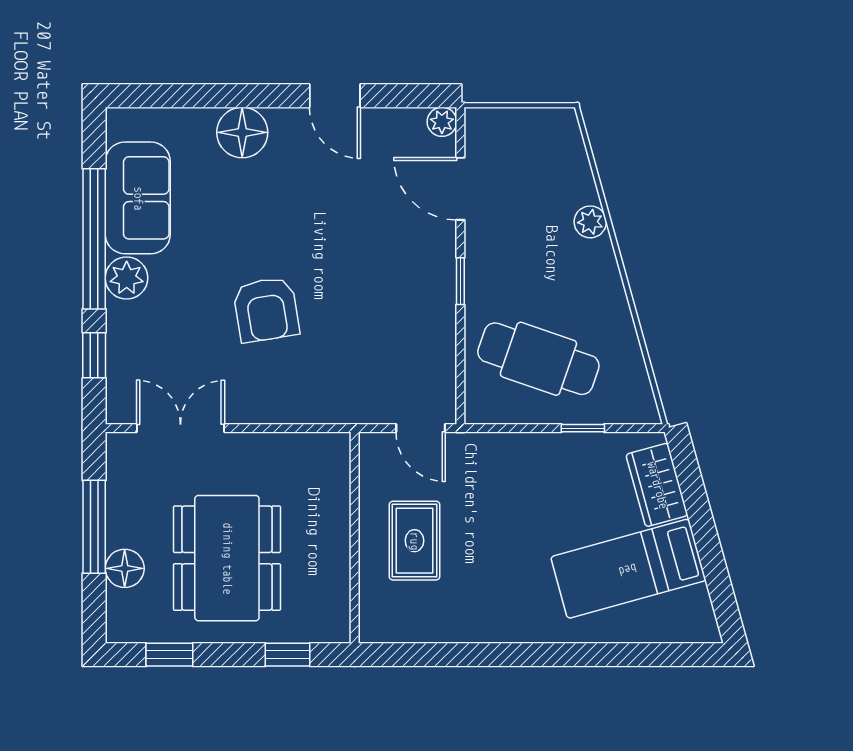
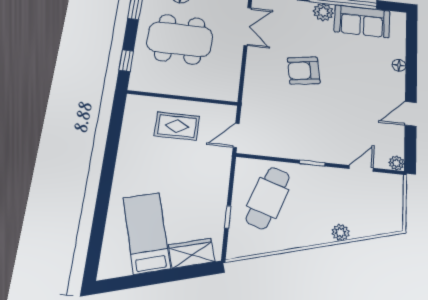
floor lamp: (242, 132) -> (399, 65), width x0.53, depth x0.53
door: (460, 189) -> (361, 168), width x0.73

